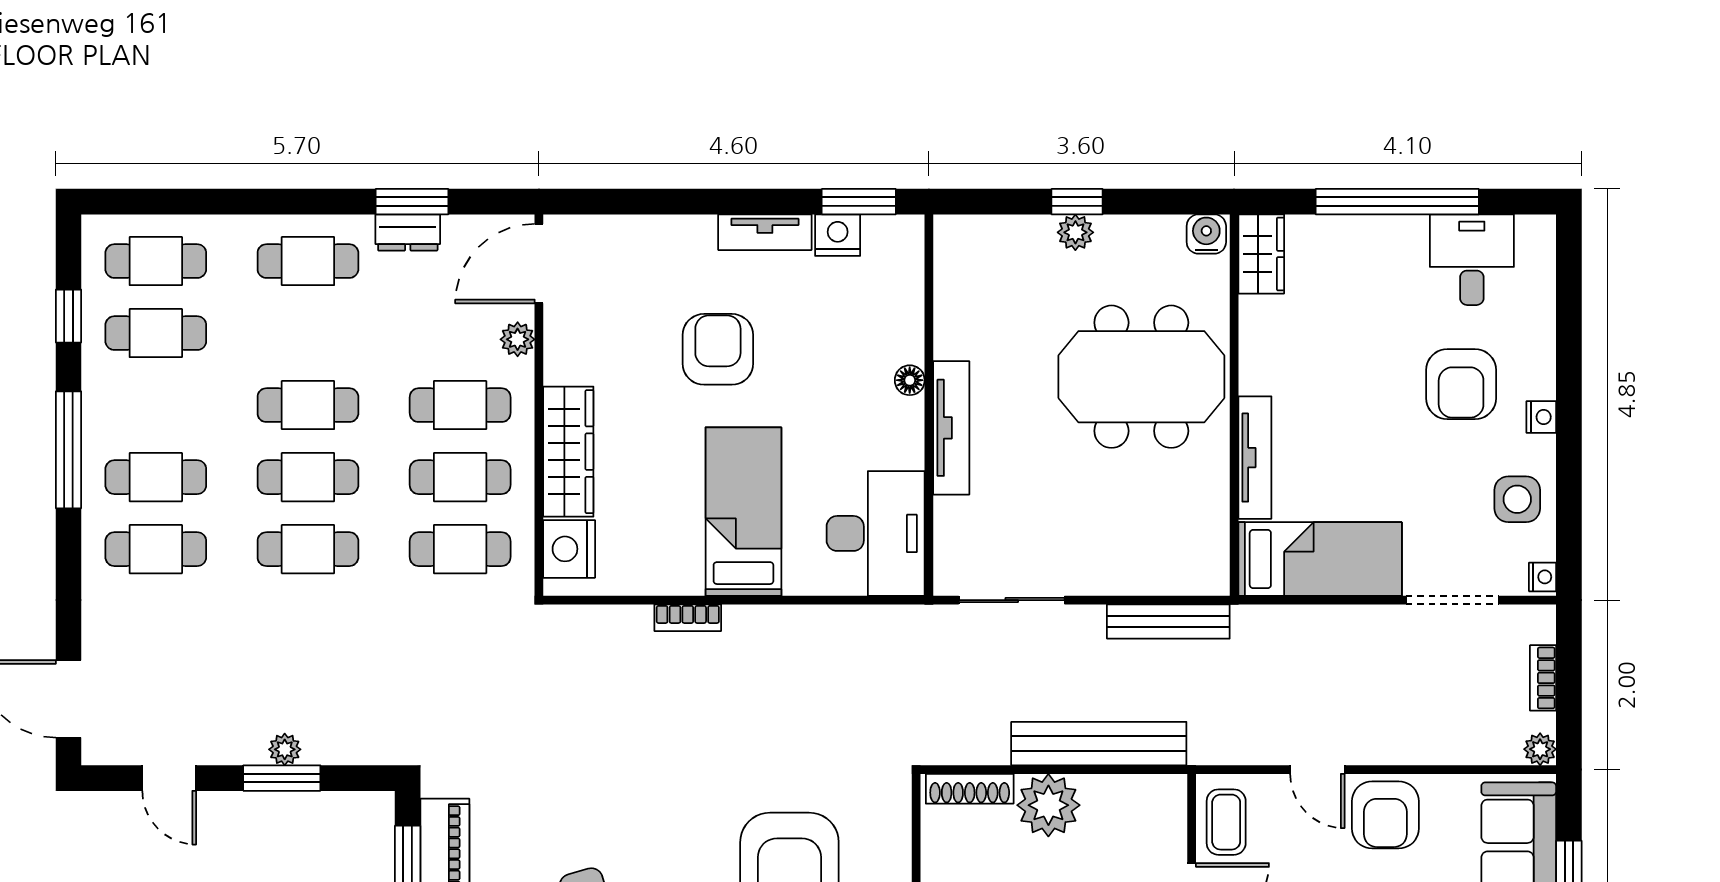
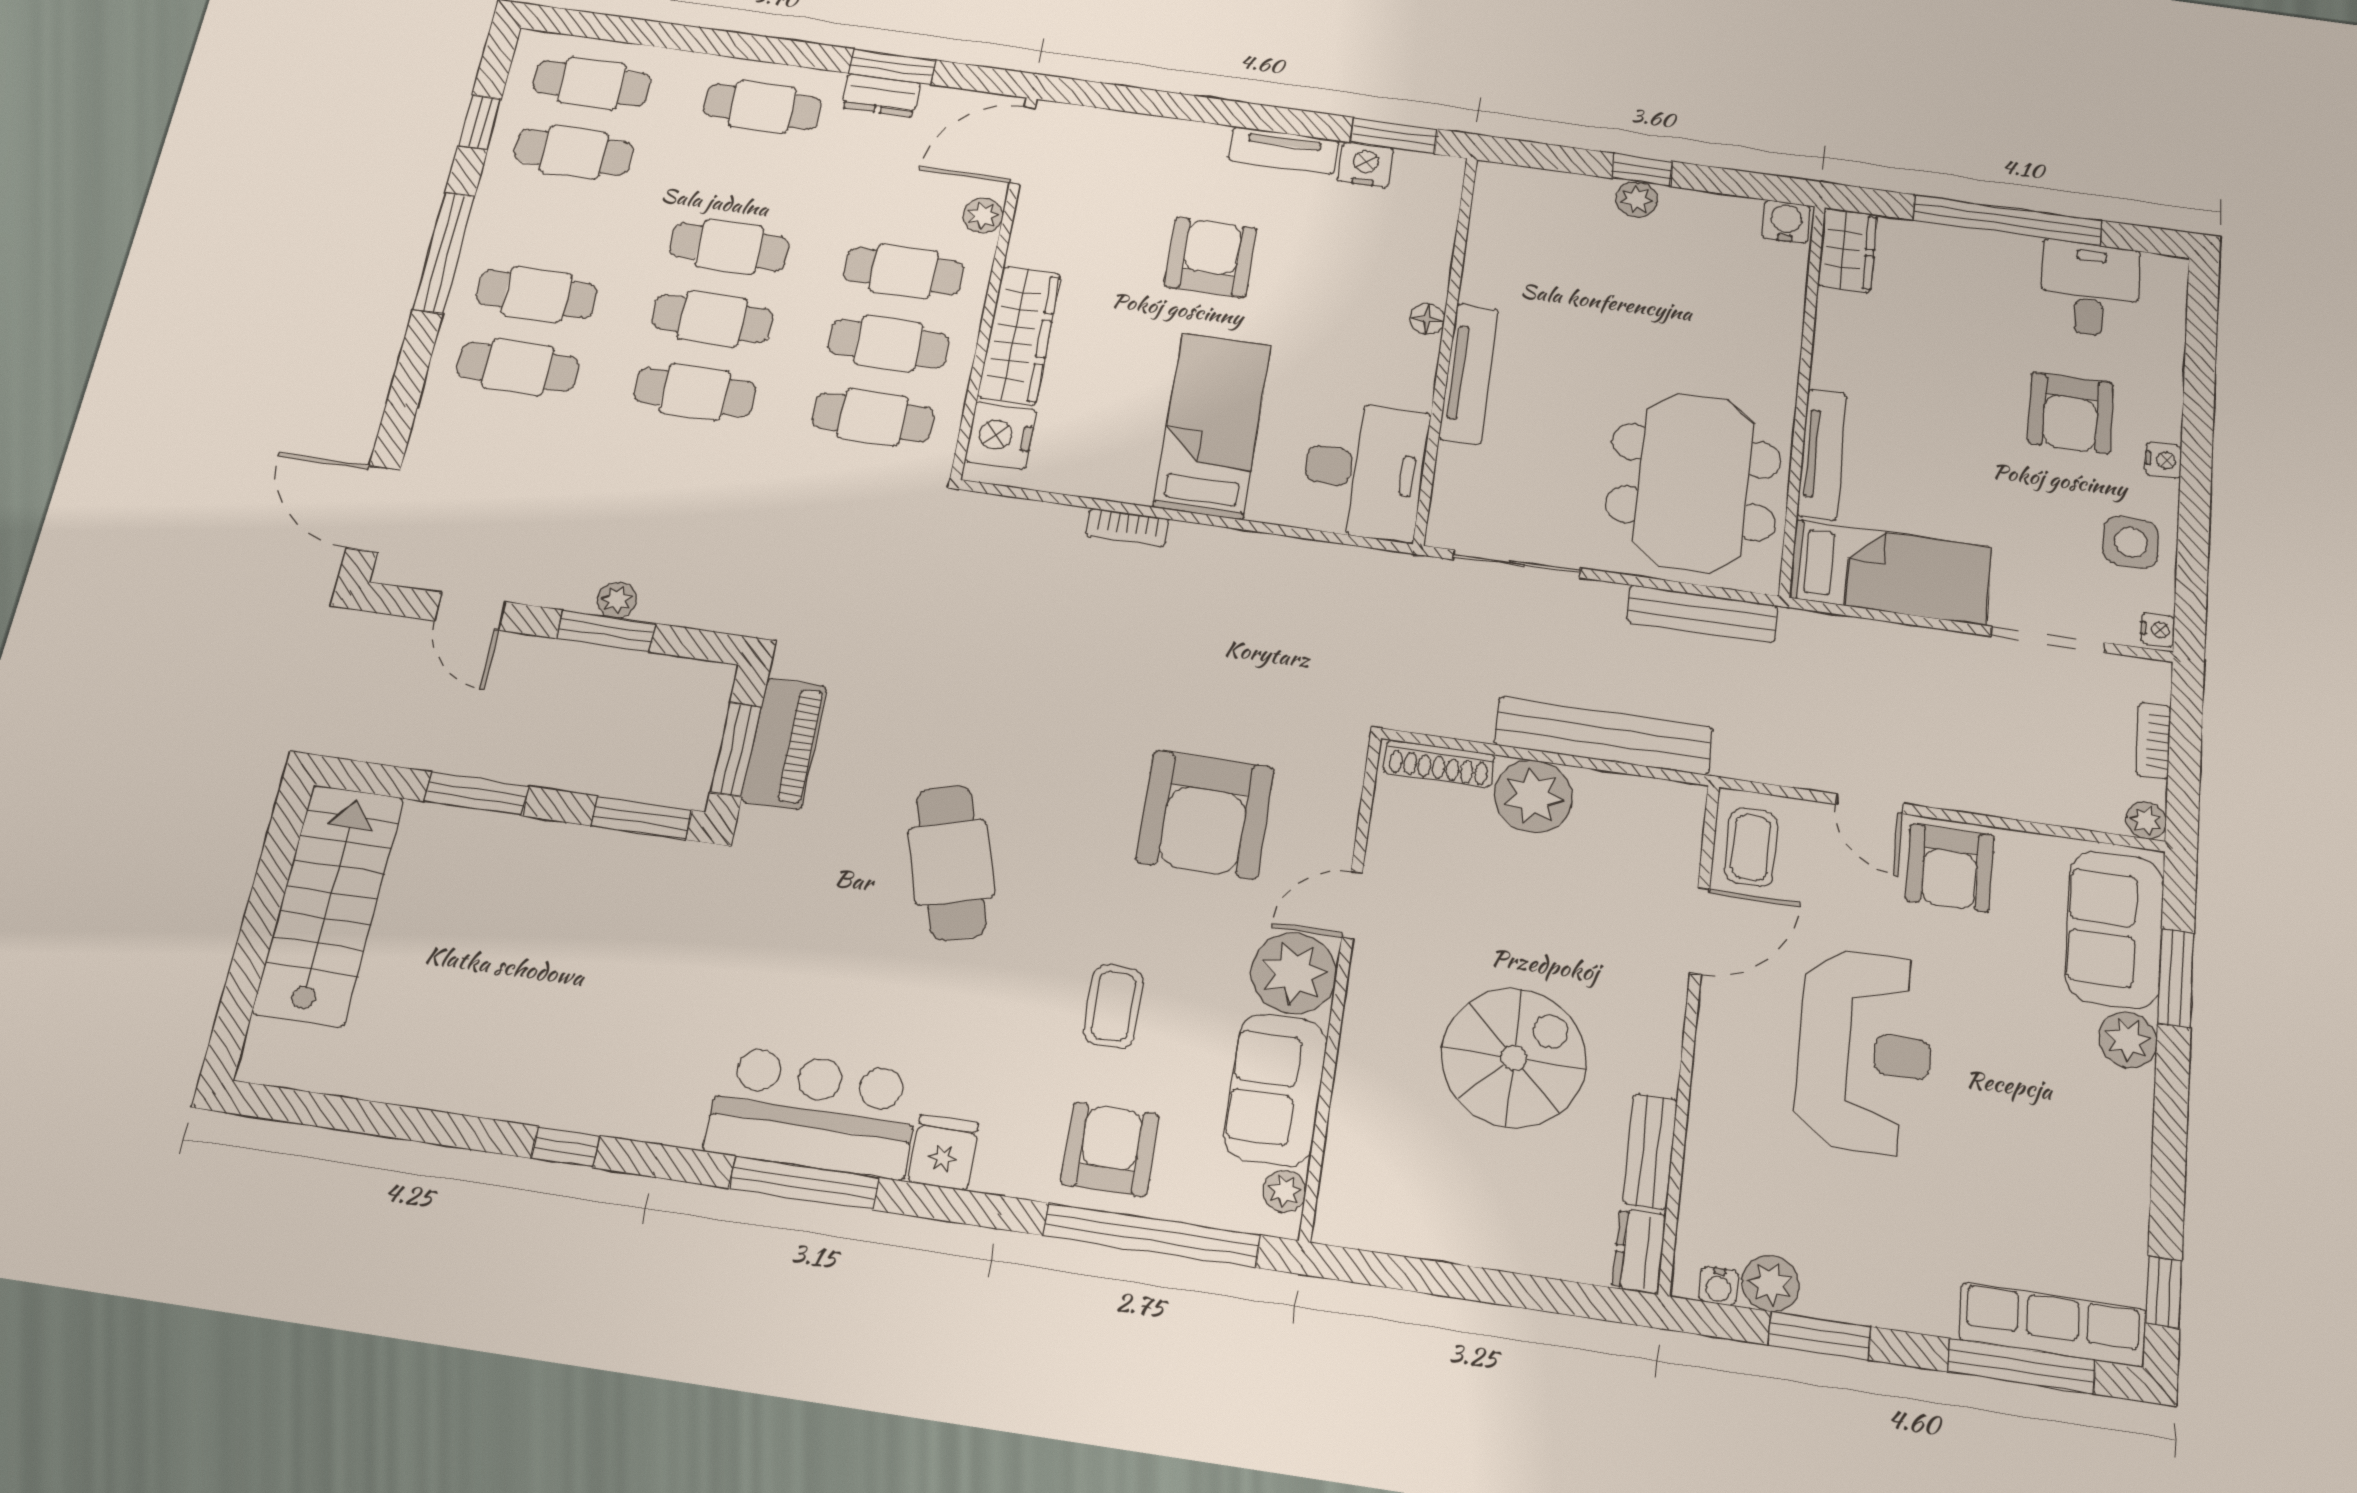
meeting table: (1141, 377) -> (1694, 482), moved, turned 90

